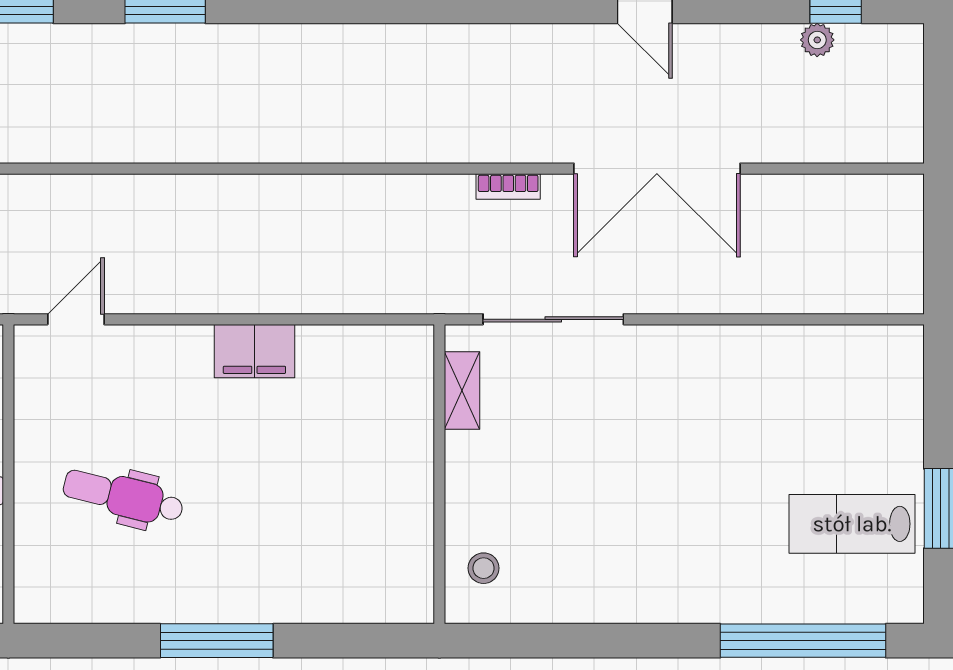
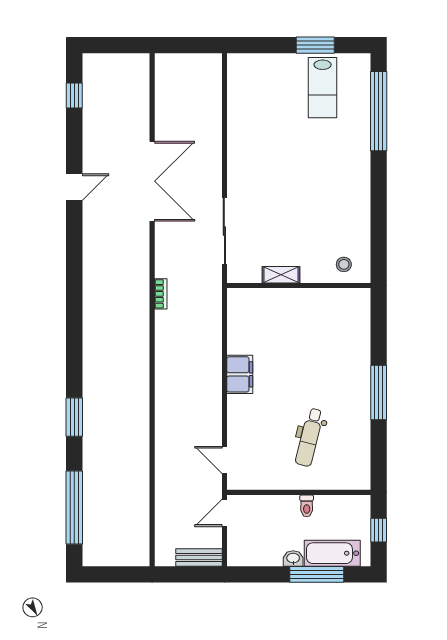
plant: (817, 40) -> (90, 104), removed
bookcase: (508, 186) -> (161, 294), moved
shelving: (462, 390) -> (281, 275), moved

